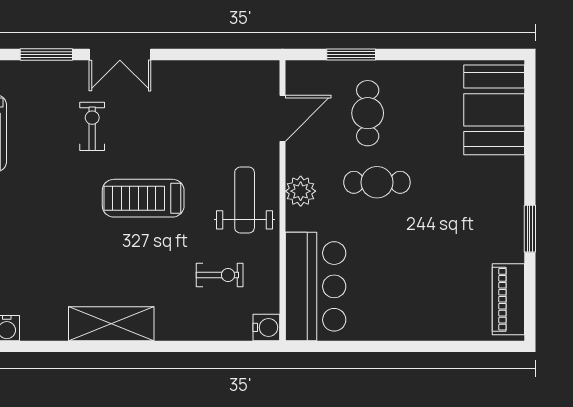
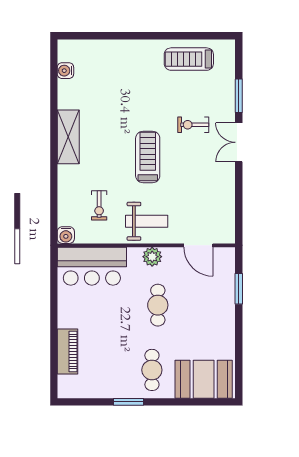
cafe table: (368, 113) -> (152, 370), moved, turned 90
exercise bike: (92, 126) -> (193, 125), turned 180
piano: (508, 299) -> (67, 352), moved, turned 90

